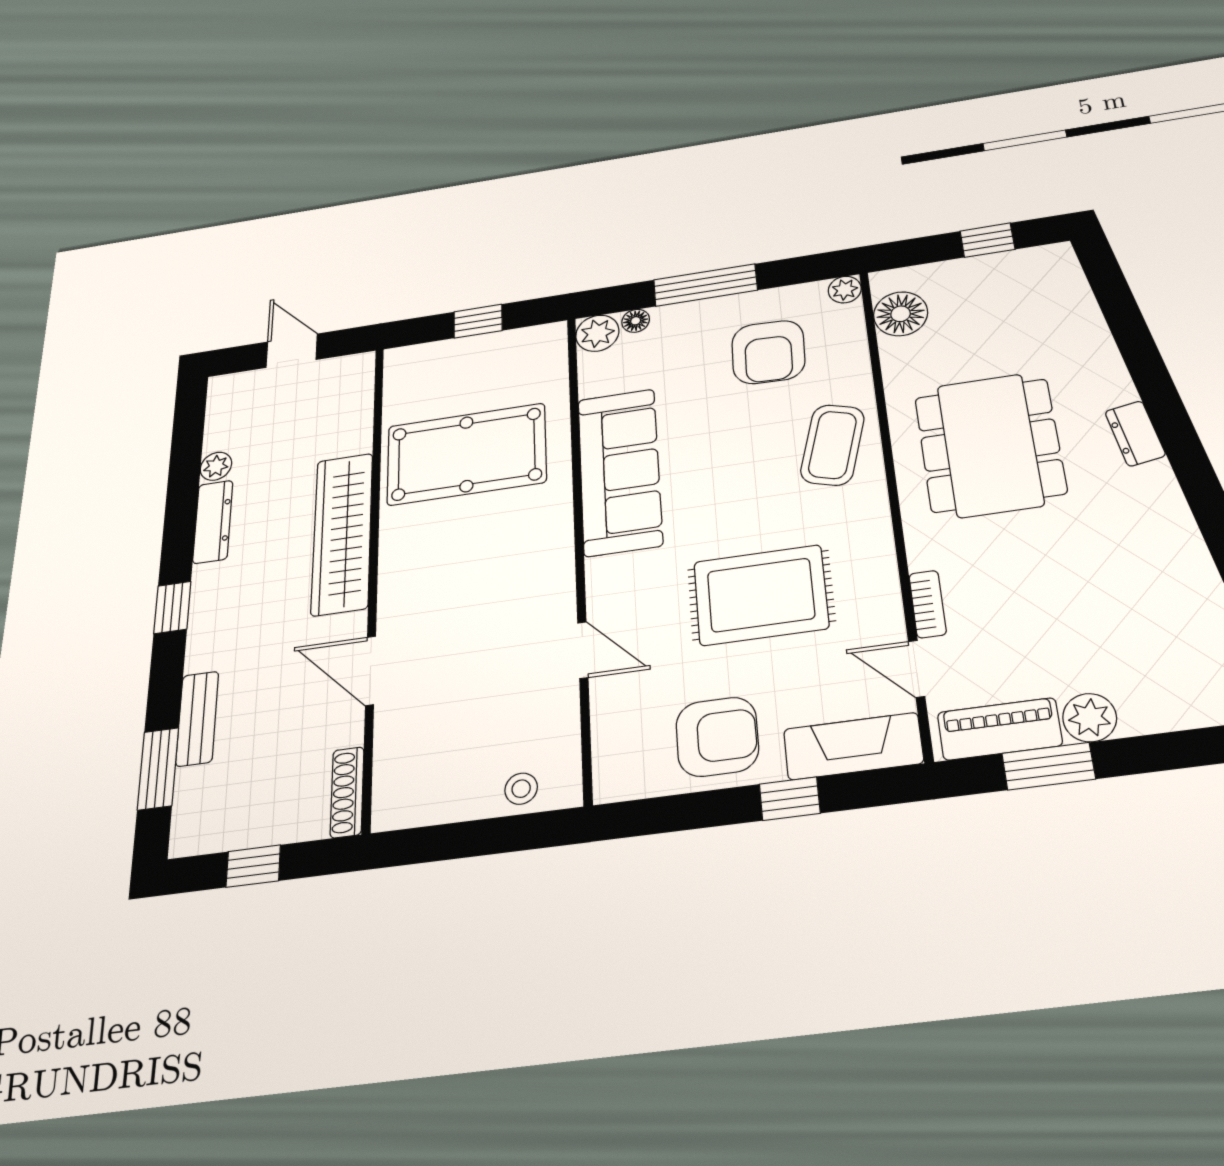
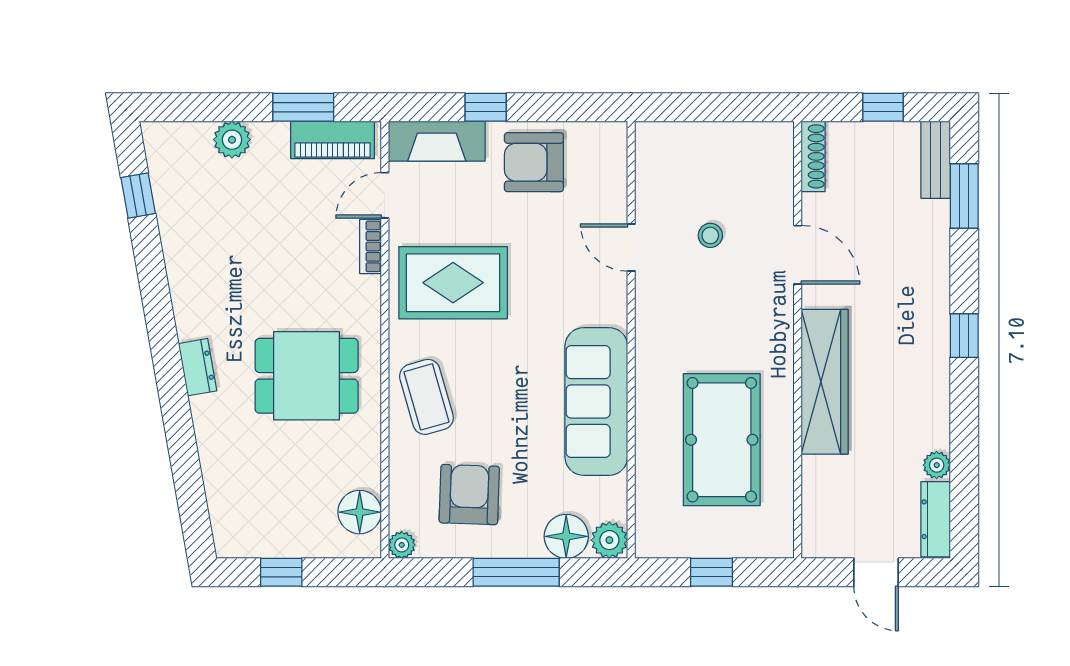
floor lamp: (636, 321) -> (566, 536), width x1.89, depth x1.89
coffee table: (832, 445) -> (426, 397), turned -32
dining table: (990, 445) -> (307, 376), width x0.73
pool table: (466, 454) -> (722, 440), turned 90
dresser: (213, 522) -> (936, 519), moved
rug: (761, 595) -> (453, 283), moved
door: (917, 669) -> (385, 195), swing flipped
plant: (1090, 718) -> (232, 140), moved
bench: (197, 719) -> (936, 160), moved
stool: (521, 789) -> (710, 235), moved

